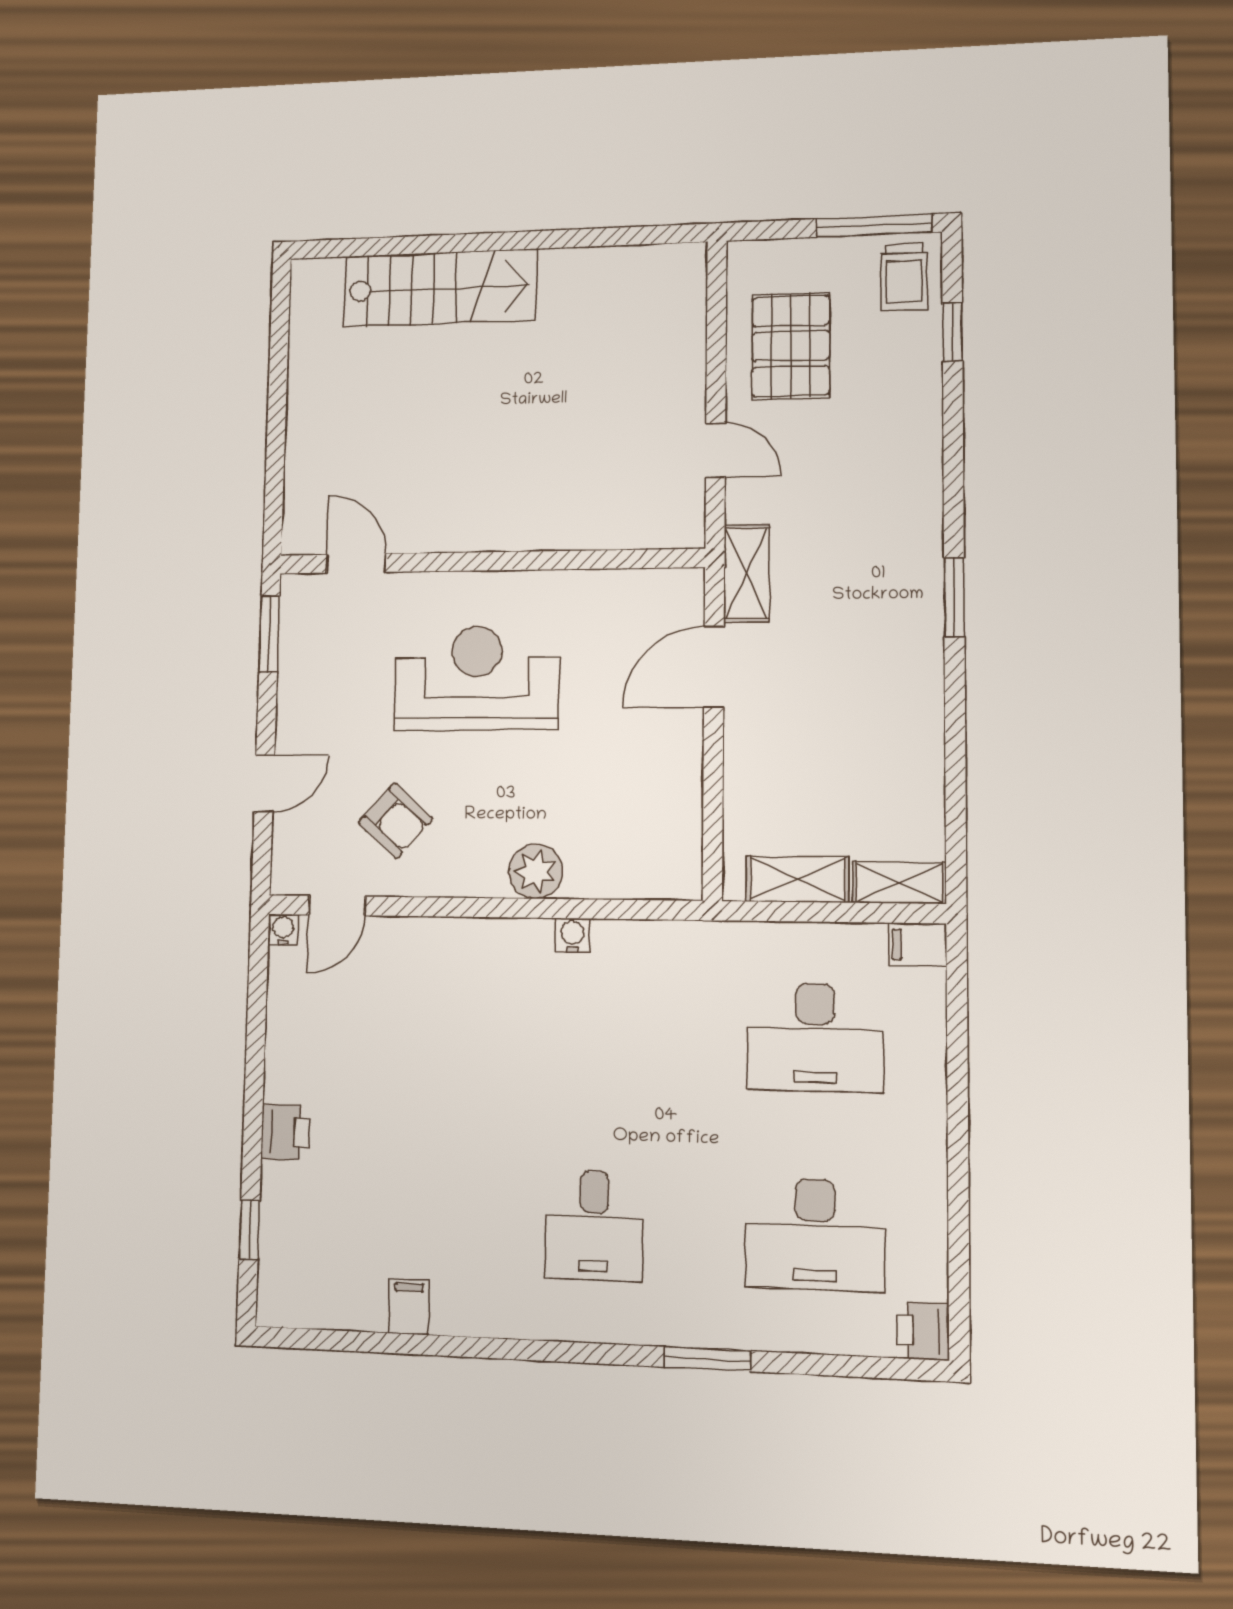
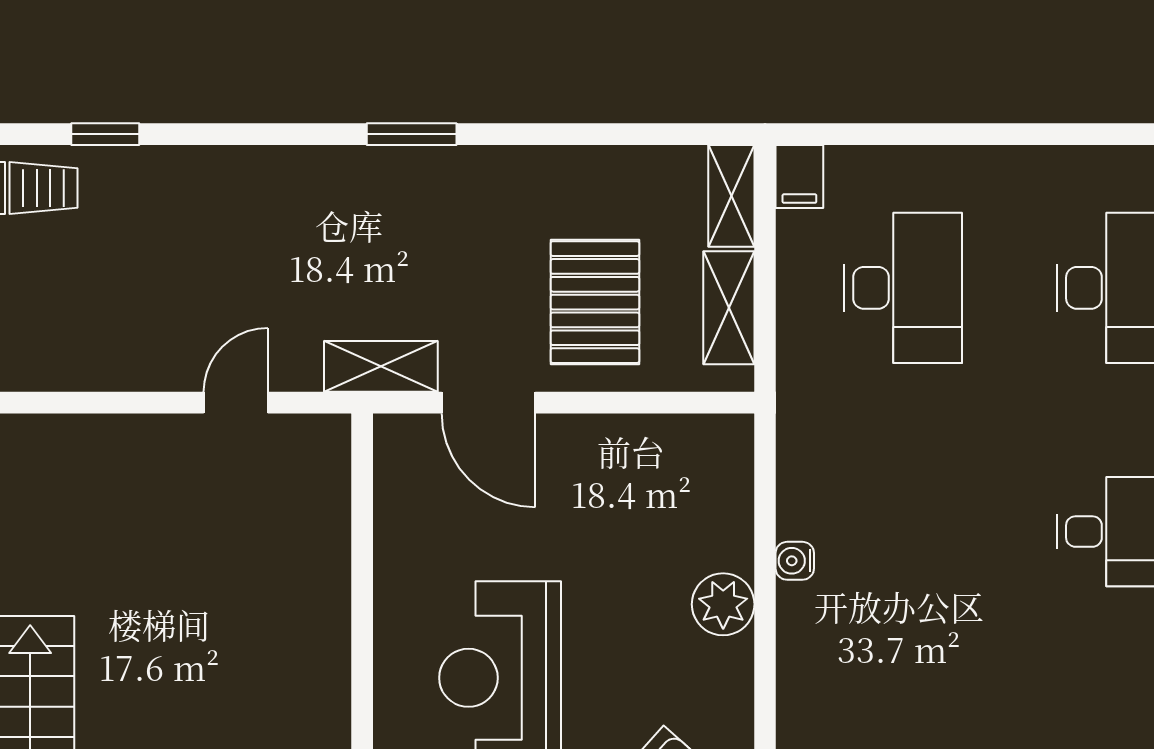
pallet: (791, 346) -> (595, 302), moved, turned 90

